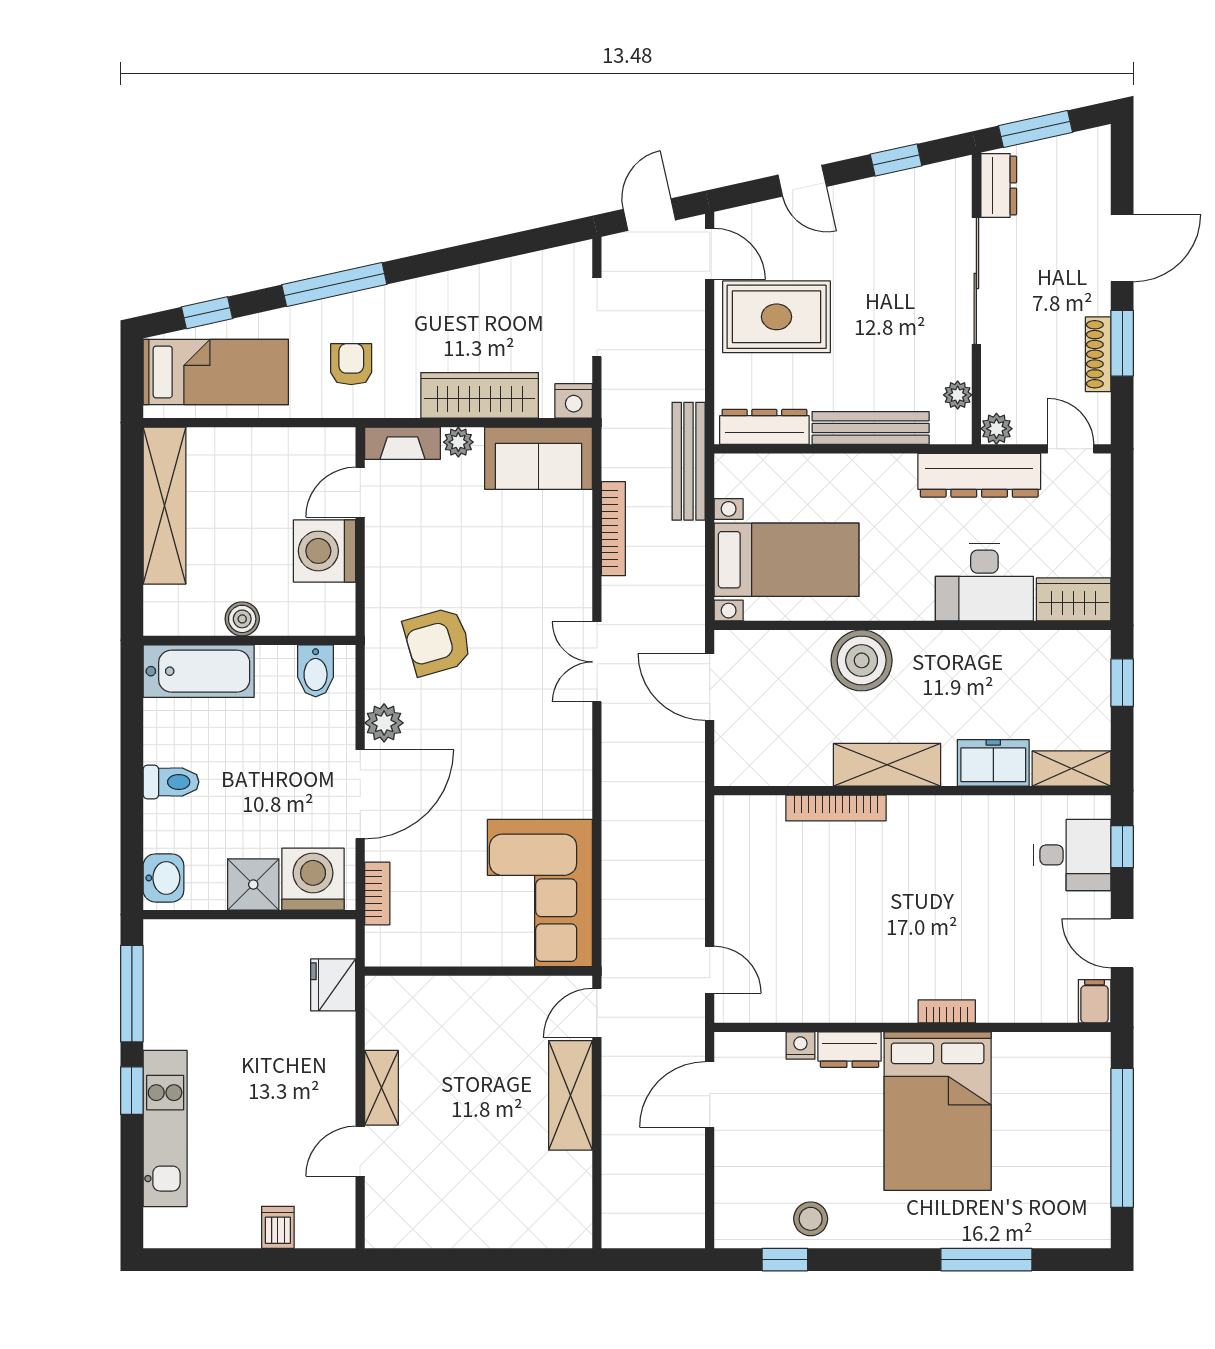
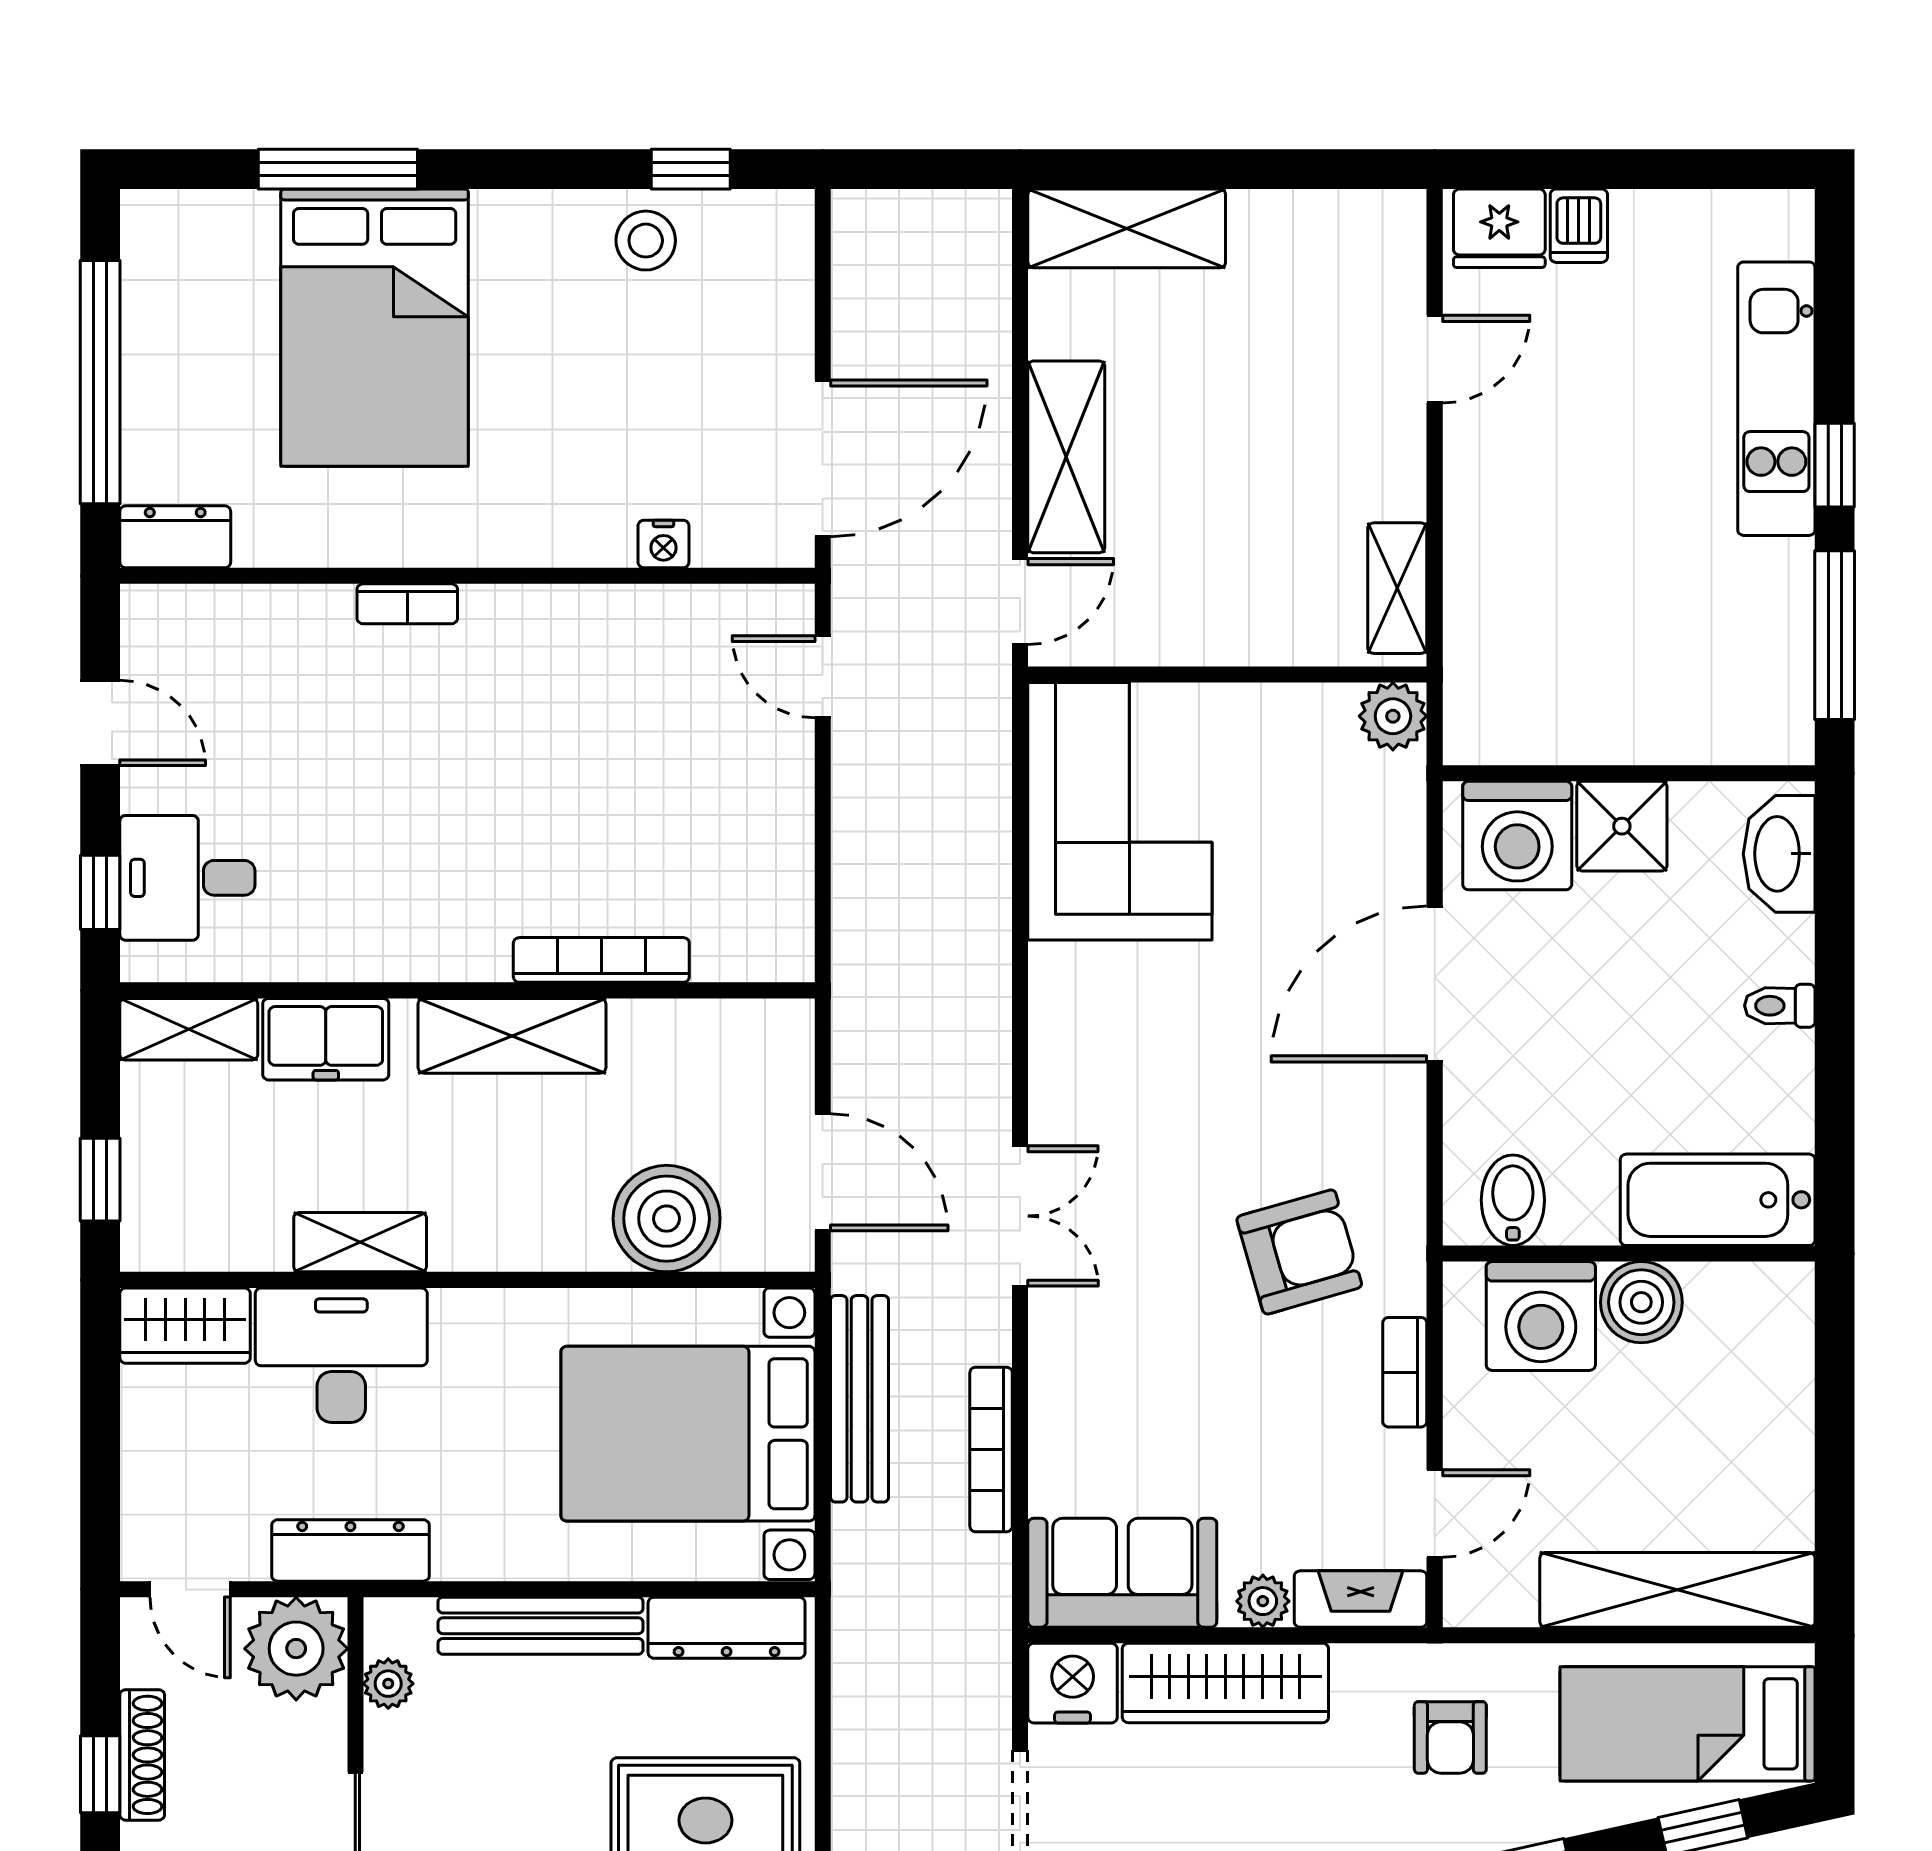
window: (1122, 343) -> (100, 1774), width x0.67
nightstand: (574, 401) -> (1073, 1683), width x1.36, depth x1.33
plant: (996, 429) -> (296, 1649), width x1.87, depth x1.87
bench: (689, 461) -> (860, 1399), moved
dresser: (979, 475) -> (350, 1550), width x0.73, depth x0.80
shelving: (164, 506) -> (1677, 1590), moved, turned 90
washing machine: (325, 551) -> (1541, 1316), moved, turned 90
bed with nightstands: (787, 560) -> (688, 1434), width x1.36
boiler: (242, 619) -> (1641, 1302), width x1.36, depth x1.36
shelving: (974, 647) -> (360, 1242), added
boiler: (862, 660) -> (667, 1219), moved
plant: (384, 723) -> (1393, 716), moved
toilet: (171, 782) -> (1780, 1006), width x0.73, depth x0.72
washbasin: (163, 878) -> (1779, 854), width x1.38
bookcase: (377, 894) -> (1405, 1372), moved
fridge: (333, 985) -> (1499, 228), moved, turned 90
filing cabinet: (1095, 1001) -> (148, 622), removed
dresser: (850, 1050) -> (175, 537), moved
shelving: (382, 1088) -> (1397, 588), moved
door: (710, 1094) -> (823, 458), width x1.36
bed: (938, 1111) -> (375, 328), moved, turned 180
shelving: (536, 1226) -> (1127, 228), added

